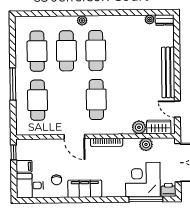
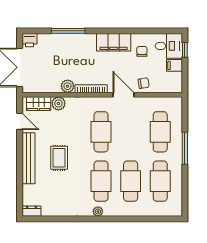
plant: (82, 20) -> (98, 211), moved
plant: (150, 20) -> (47, 212), removed
rug: (138, 73) -> (59, 158), added
plant: (146, 144) -> (68, 86), moved
chair: (54, 148) -> (144, 83), added
window: (14, 152) -> (185, 50), moved
corner desk: (143, 180) -> (55, 51), removed
window: (146, 199) -> (68, 31), moved

